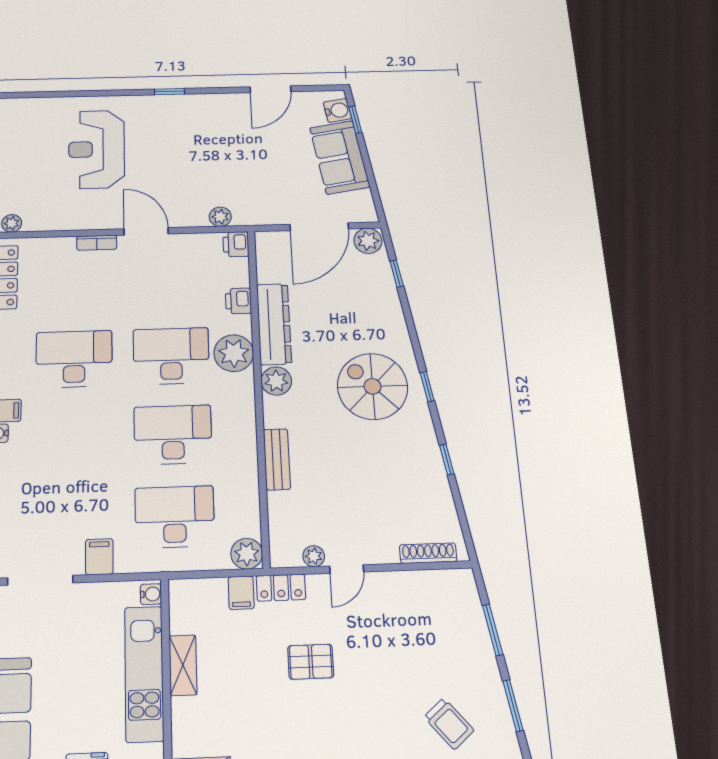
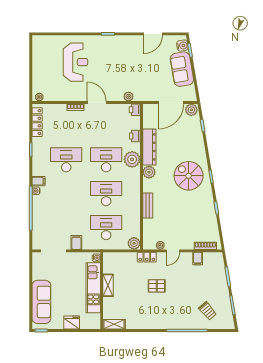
reception desk: (97, 149) -> (76, 62), turned 180
filing cabinet: (241, 593) -> (198, 259), moved

